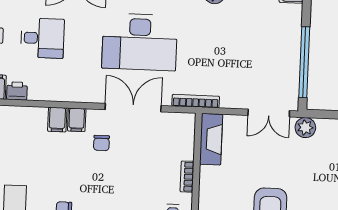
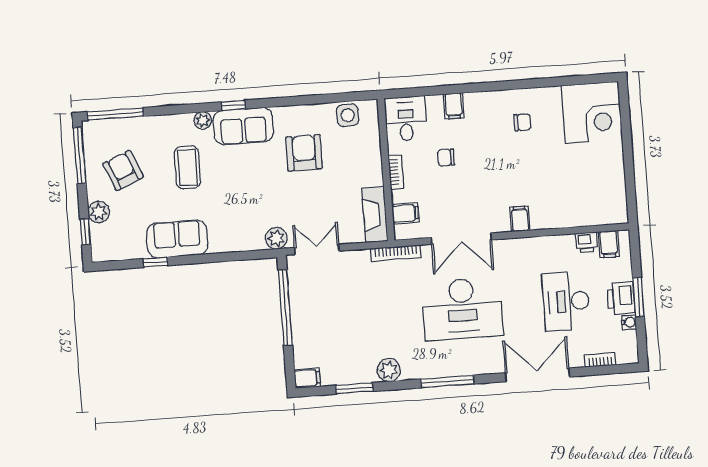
desk: (42, 38) -> (566, 301), width x1.37
desk: (140, 42) -> (462, 309), turned 180
filing cabinet: (57, 120) -> (405, 213), moved, turned 90
chair: (101, 143) -> (446, 157), moved, turned -90

